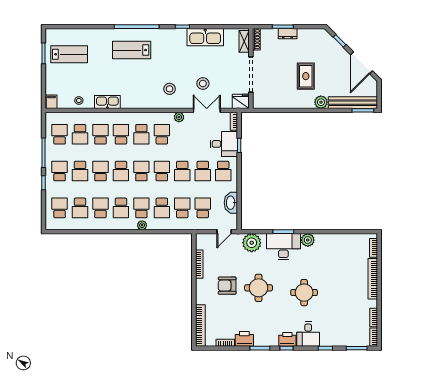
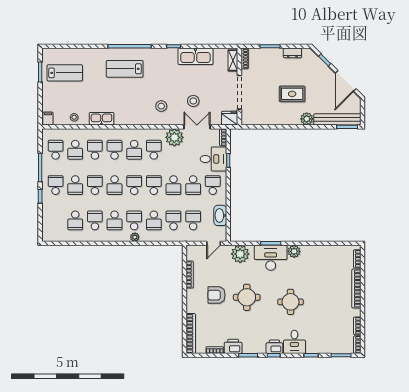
dresser: (288, 34) -> (292, 53), moved
rug: (306, 76) -> (292, 94), turned 90
plant: (179, 117) -> (174, 137), width x1.88, depth x1.88
school desk: (223, 171) -> (213, 185), turned 180
school desk: (60, 208) -> (56, 220), removed

